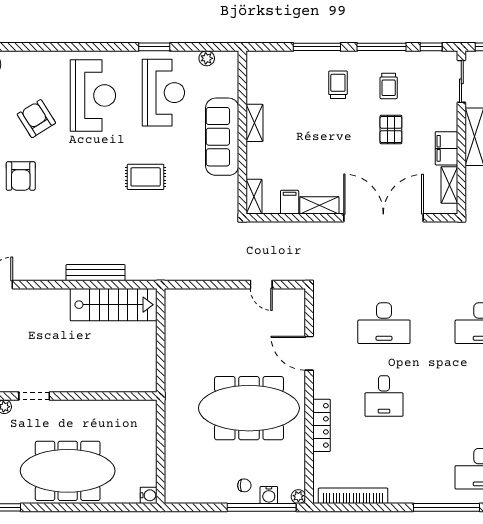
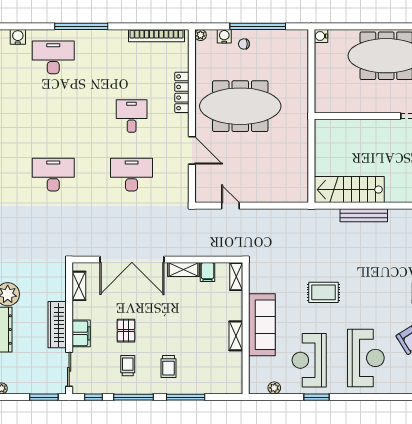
reception desk: (93, 95) -> (366, 358), turned 180
filing cabinet: (446, 148) -> (81, 333), moved
window: (262, 507) -> (258, 26), moved

